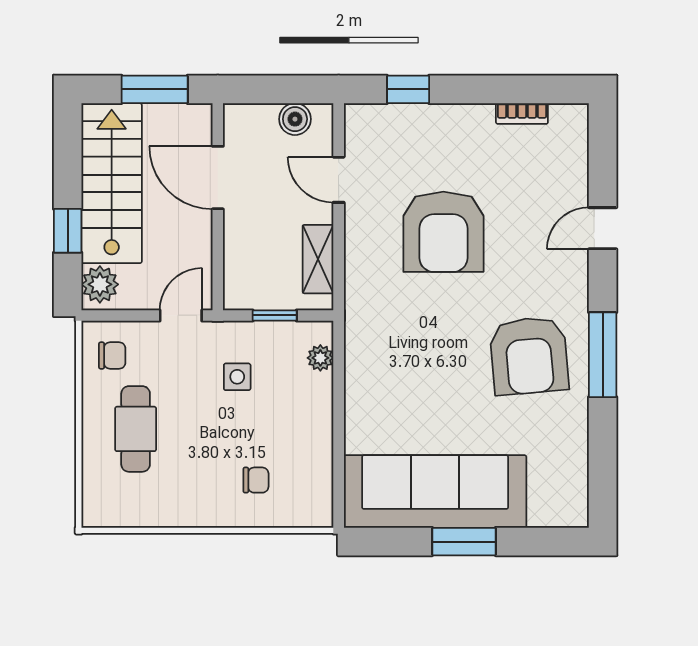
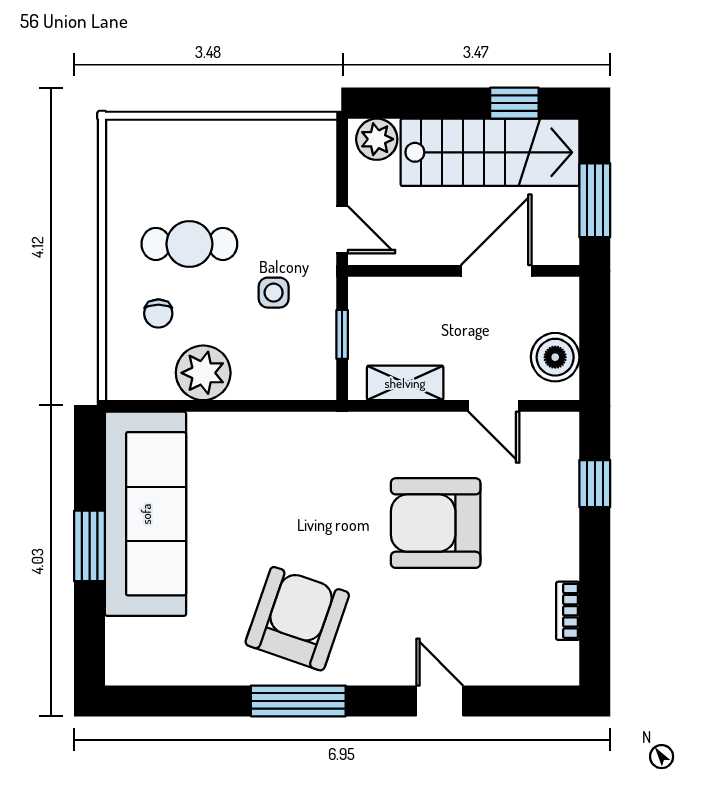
boiler: (295, 119) -> (555, 357), width x1.36, depth x1.36
door: (339, 180) -> (494, 406), swing flipped
window: (68, 231) -> (514, 103), moved
chair: (112, 356) -> (297, 153), removed
armchair: (529, 356) -> (297, 619), turned 114
plant: (320, 358) -> (203, 373), moved, width x1.88, depth x1.88
cafe table: (136, 429) -> (189, 244), moved

